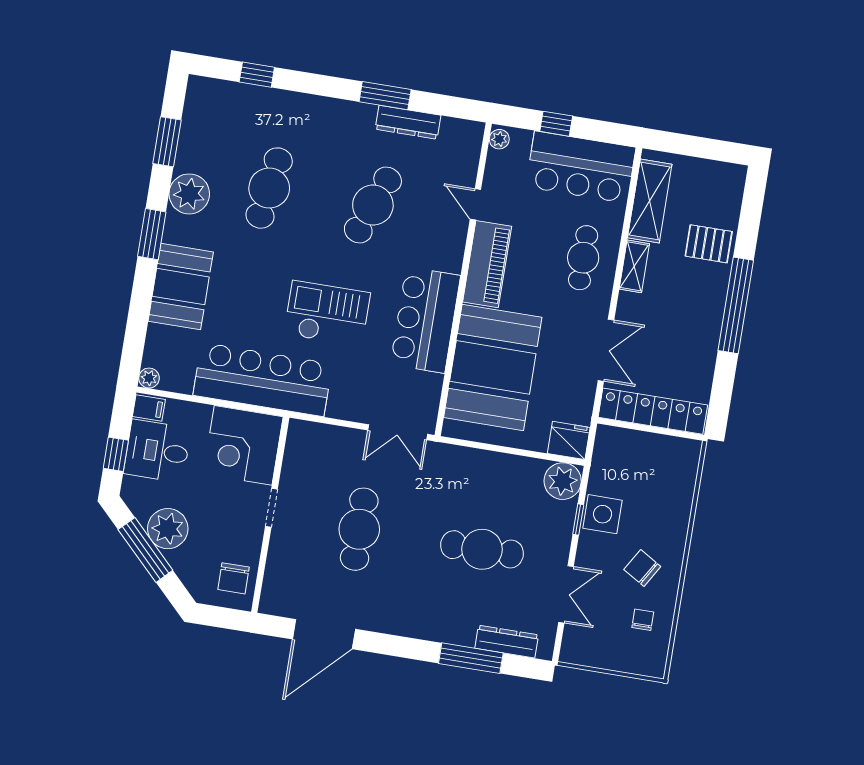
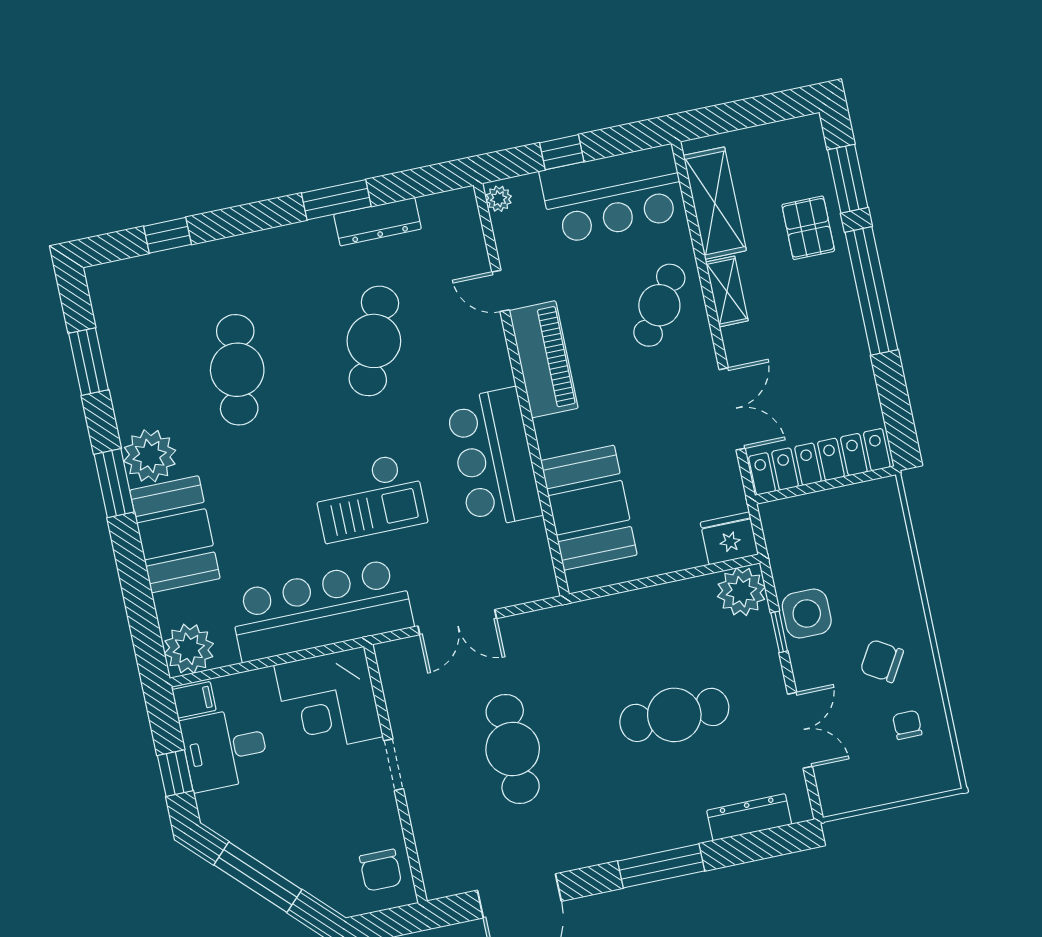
plant: (189, 194) -> (150, 456), moved
window: (750, 220) -> (848, 179), added
pallet: (709, 244) -> (808, 228), turned 90
cafe table: (583, 258) -> (659, 305), turned 34
checkout: (327, 313) -> (369, 497), turned 180
booth: (493, 367) -> (589, 508), width x0.73, depth x0.70
plant: (149, 378) -> (189, 649), width x1.87, depth x1.87
double door: (398, 432) -> (457, 622), moved
plant: (168, 529) -> (275, 840), removed
window: (471, 658) -> (661, 866), moved

